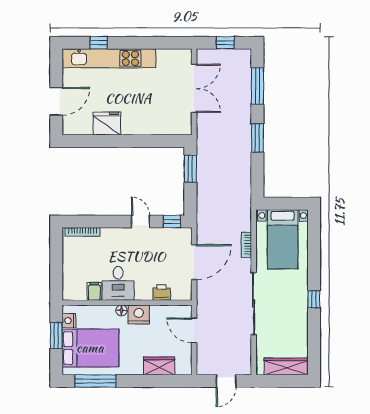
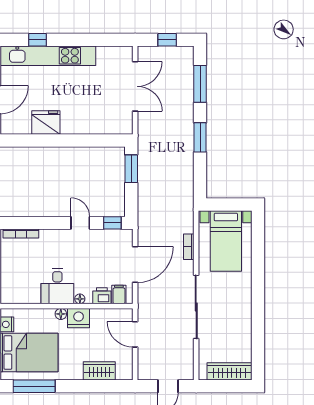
filing cabinet: (94, 291) -> (119, 294), moved
floor lamp: (140, 296) -> (80, 299), added
window: (314, 299) -> (258, 302), removed

